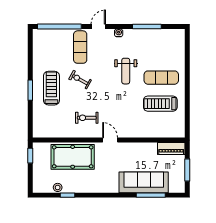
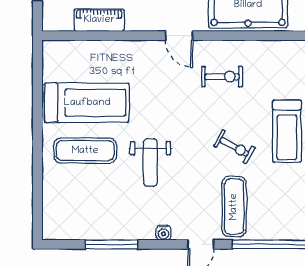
weight bench: (126, 71) -> (150, 163), turned 180
treadmill: (160, 104) -> (87, 103), width x1.37, depth x1.38
piano: (171, 148) -> (99, 20), moved

